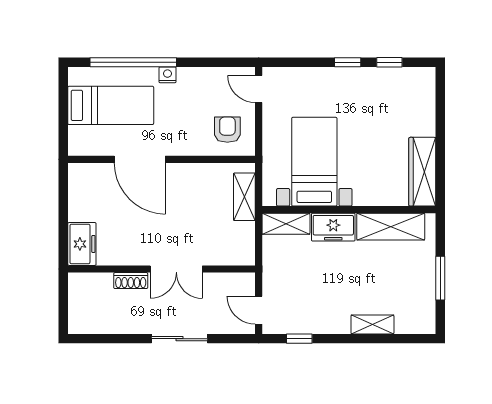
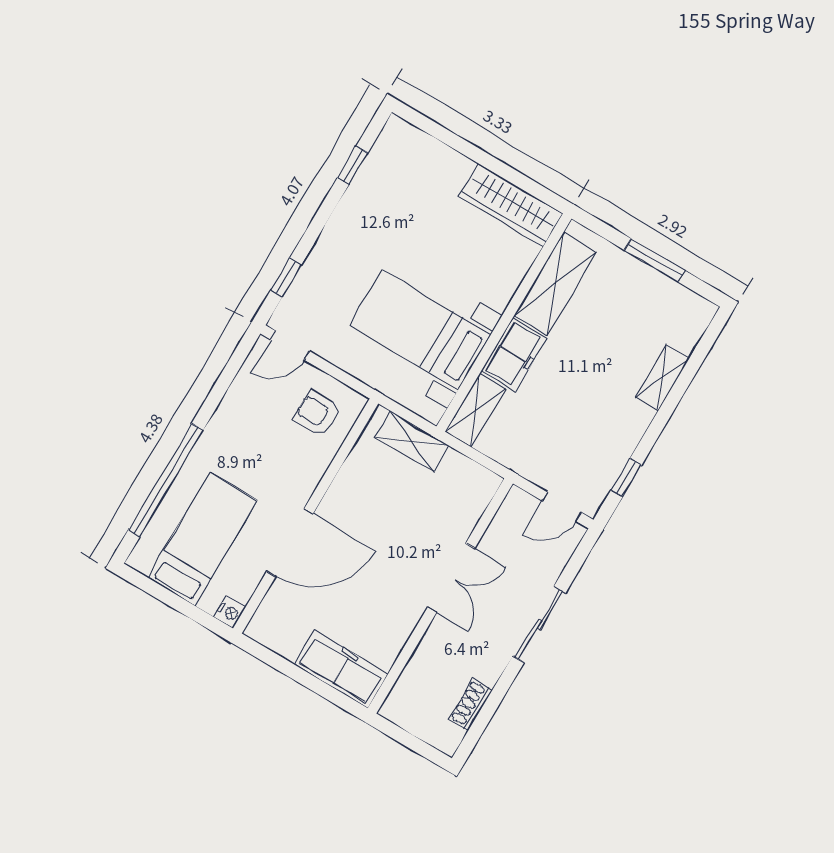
window: (348, 62) -> (286, 277), moved
nightstand: (167, 75) -> (230, 612), moved, turned 180
freezer: (82, 244) -> (341, 669), width x1.40
shoe rack: (131, 281) -> (471, 704), moved, turned 180

